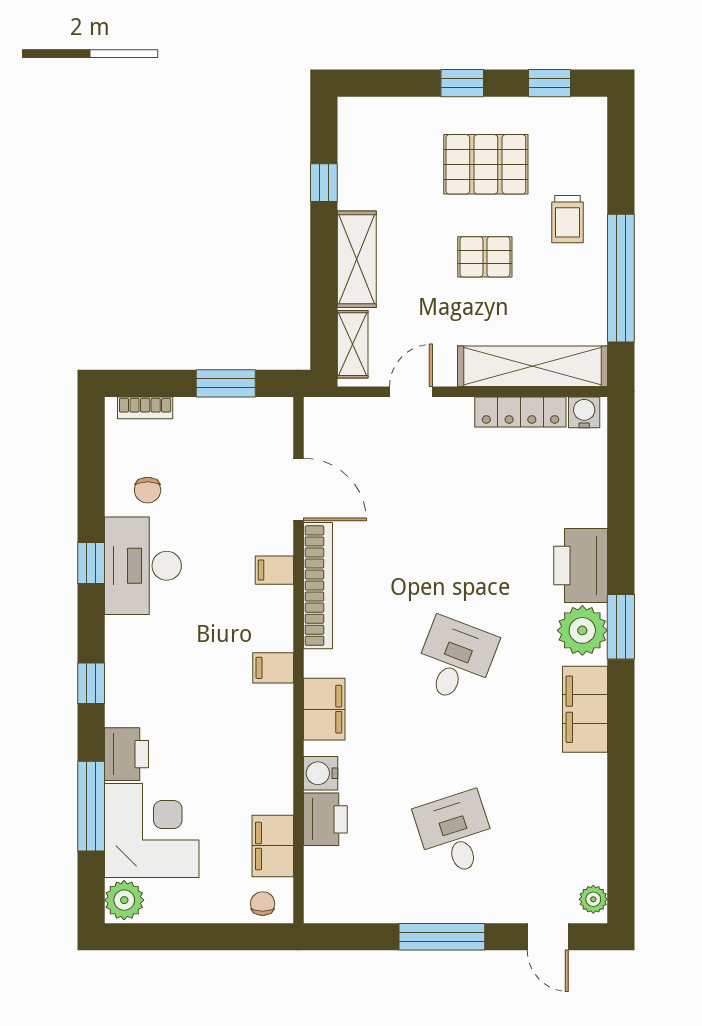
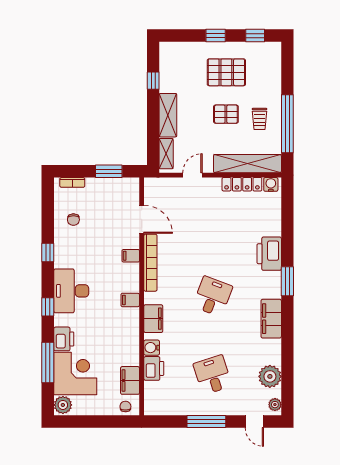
trolley: (568, 219) -> (259, 119), moved
desk: (143, 566) -> (71, 291), moved
plant: (582, 630) -> (270, 376), moved

